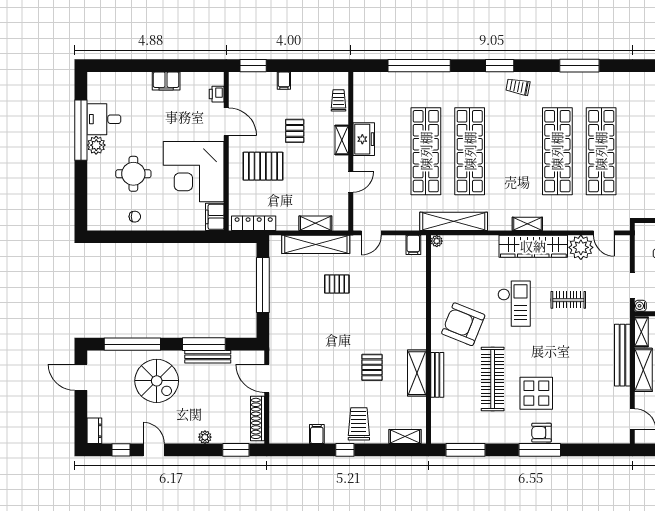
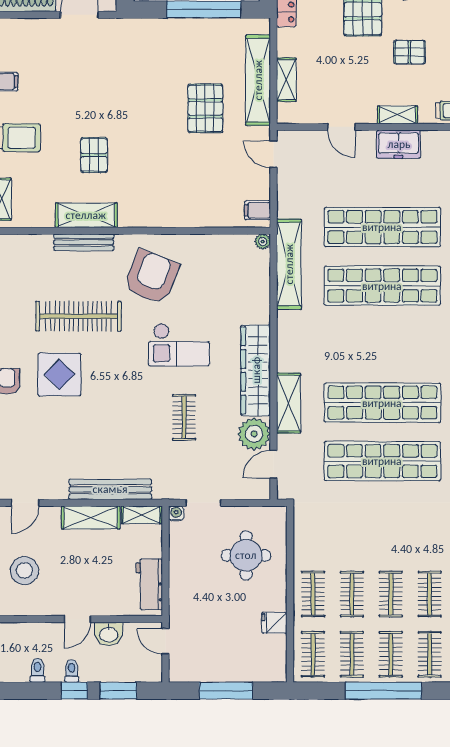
shelving: (527, 224) -> (289, 403), moved, width x1.50, depth x1.33
pallet: (337, 284) -> (205, 108), width x1.50, depth x1.42
pallet: (372, 367) -> (94, 155), turned 90

